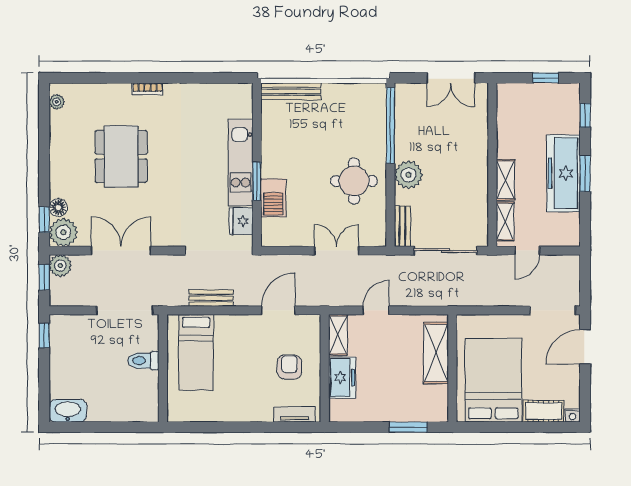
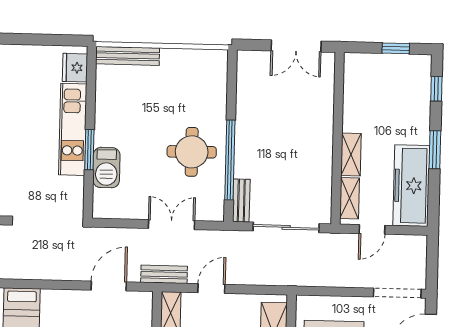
window: (390, 125) -> (230, 160), moved
freezer: (564, 173) -> (411, 186), moved
plant: (409, 175) -> (249, 147), removed
fridge: (241, 221) -> (75, 68), moved
bench: (211, 298) -> (164, 274), moved

